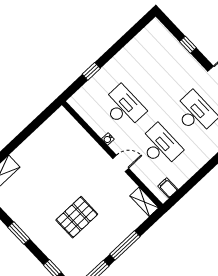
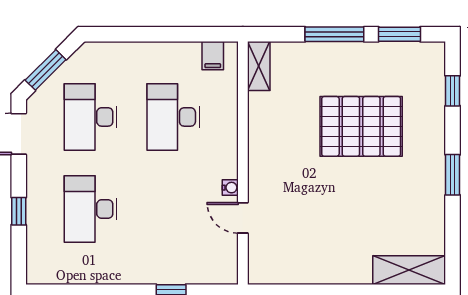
desk: (123, 107) -> (91, 209), moved
door: (121, 163) -> (243, 218), moved
pallet: (77, 217) -> (361, 126), width x1.37, depth x1.41

